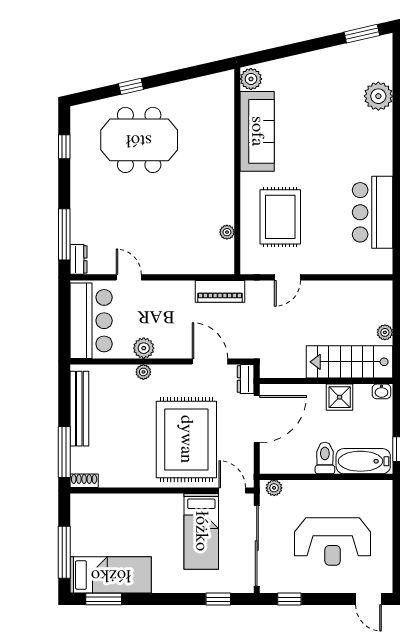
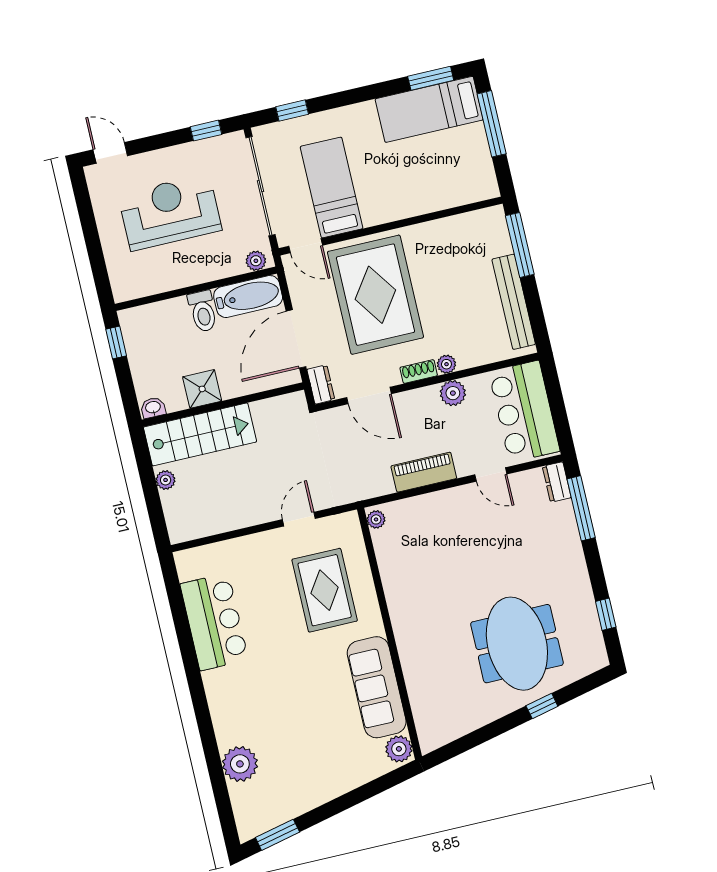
meeting table: (139, 140) -> (517, 644), turned 90
plant: (227, 232) -> (376, 519), moved
piano: (220, 291) -> (424, 472), moved
bathtub: (363, 461) -> (248, 297), moved
shoe rack: (84, 481) -> (419, 372), moved, turned 180

